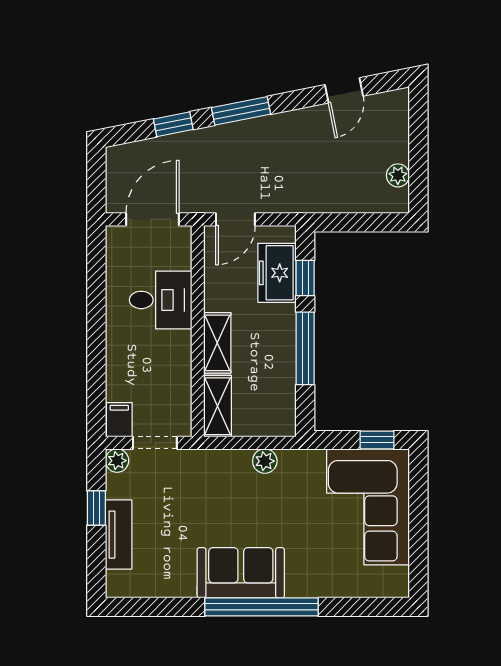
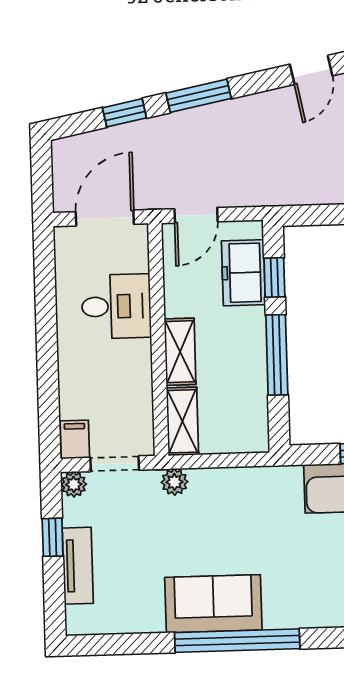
plant: (265, 461) -> (174, 482), moved

